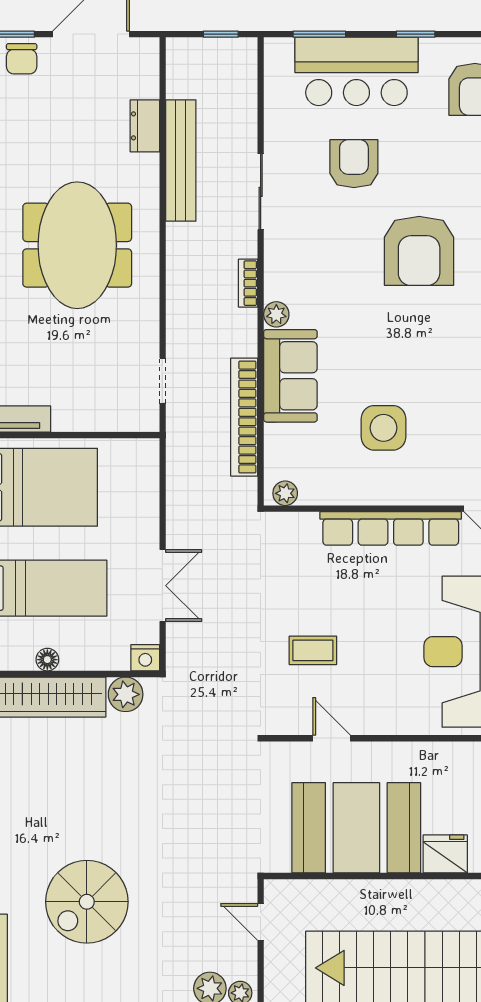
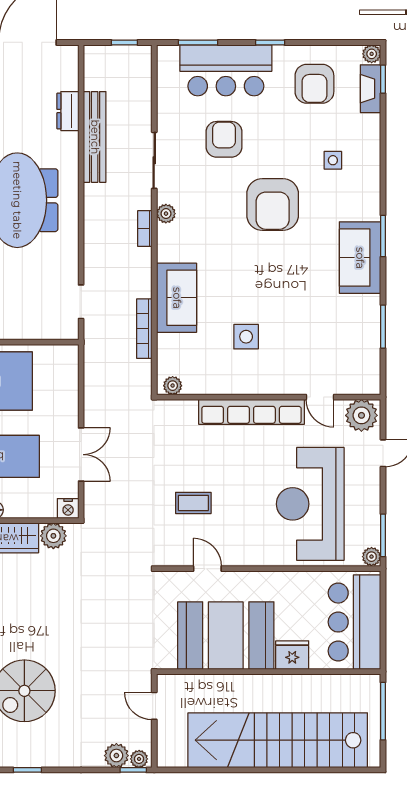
plant: (276, 314) -> (166, 214), moved
bookcase: (244, 417) -> (144, 329), width x0.68, depth x0.76
side table: (384, 428) -> (246, 337), width x0.73, depth x0.73

